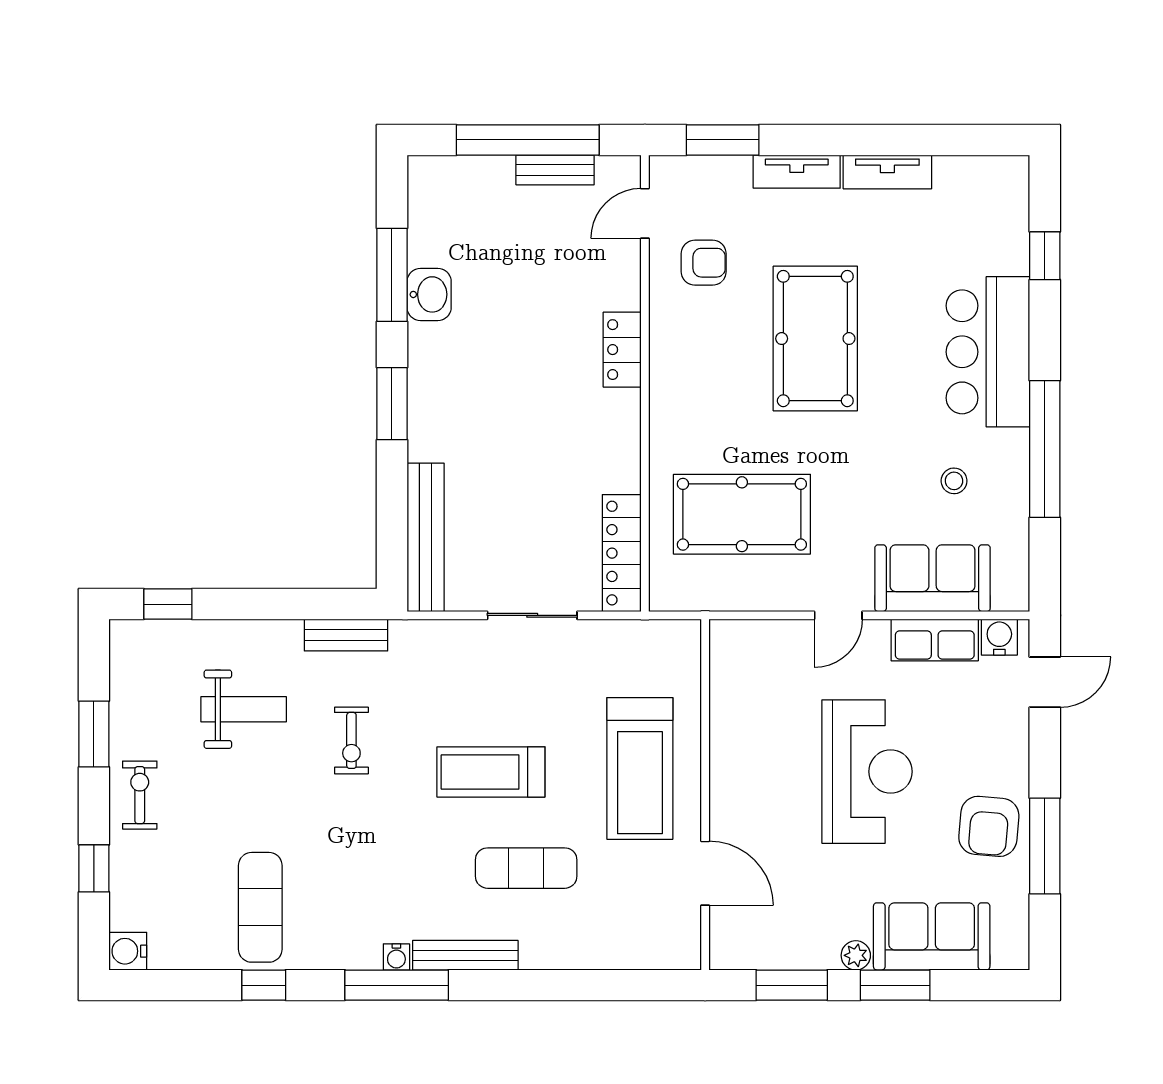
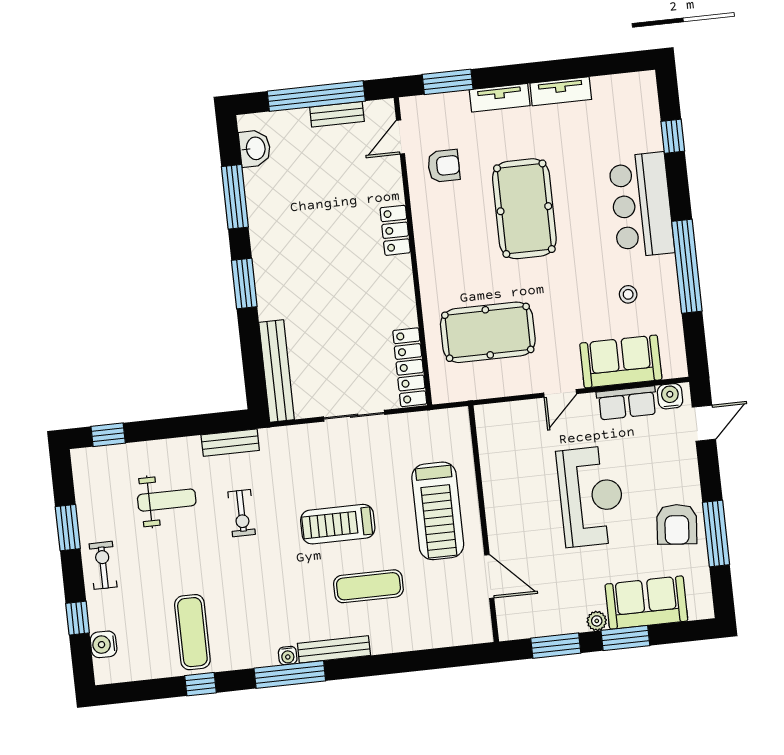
washbasin: (429, 294) -> (255, 148), moved
water cooler: (128, 951) -> (104, 644), moved

